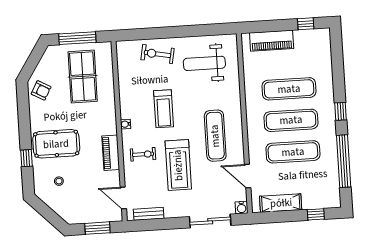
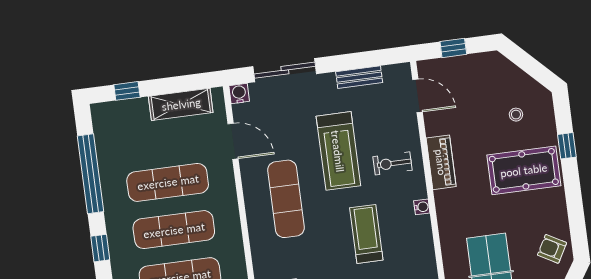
treadmill: (178, 165) -> (338, 151), turned 180
bench: (149, 214) -> (359, 77), moved
window: (97, 228) -> (453, 48), width x0.67

